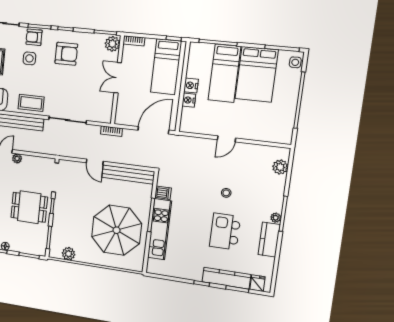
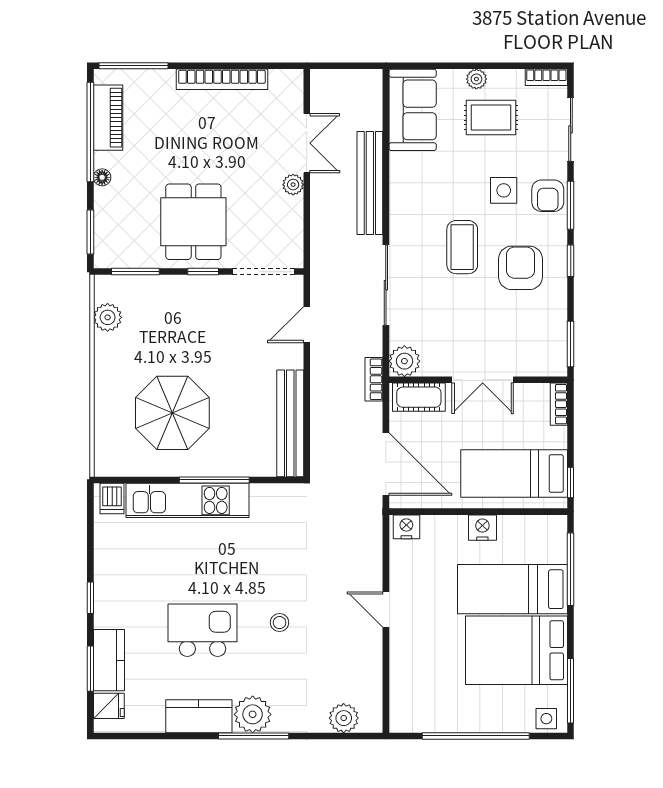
armchair: (34, 37) -> (548, 196), turned 180
plant: (112, 44) -> (404, 361), moved
armchair: (66, 54) -> (521, 268), turned 180
double door: (118, 78) -> (483, 380), swing flipped
nightstand: (189, 100) -> (406, 527), moved
coffee table: (31, 103) -> (462, 247), moved
cot: (123, 110) -> (419, 397), added
door: (95, 162) -> (307, 325), moved
dishwasher: (163, 193) -> (112, 499), moved
plant: (276, 218) -> (253, 714), width x1.88, depth x1.88
parasol: (117, 230) -> (172, 413), width x0.73, depth x0.73
kitchen counter: (226, 278) -> (109, 660), width x0.67

